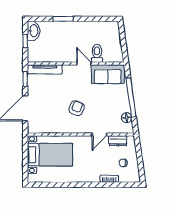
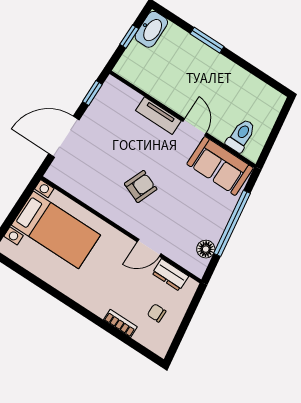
toilet: (97, 53) -> (241, 136), moved
tv unit: (45, 69) -> (158, 116), moved, width x0.71

